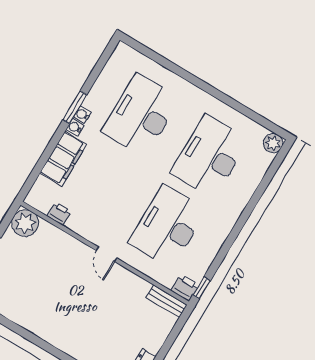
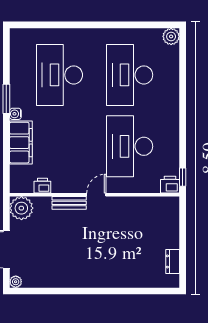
water cooler: (82, 115) -> (15, 101), removed
door: (107, 254) -> (96, 195), swing flipped
bench: (167, 301) -> (69, 203), moved

